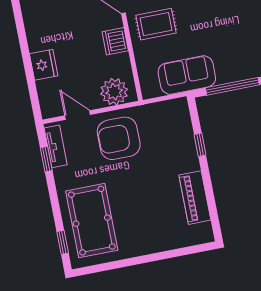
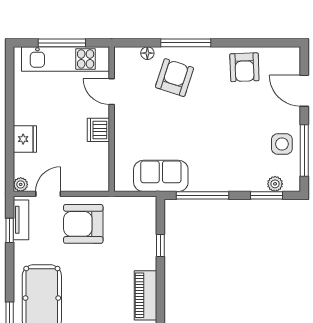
rug: (156, 24) -> (141, 121), removed
plant: (114, 92) -> (21, 184), moved, width x0.53, depth x0.53
door: (77, 115) -> (48, 194), hinge flipped

